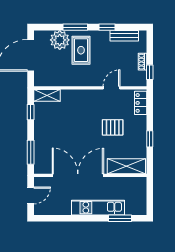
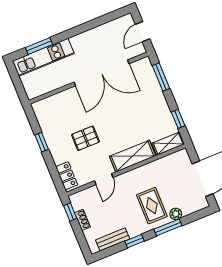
plant: (60, 40) -> (176, 214), width x0.53, depth x0.53
shelving: (126, 166) -> (133, 156), moved
kitchen unit: (98, 208) -> (43, 57), moved

